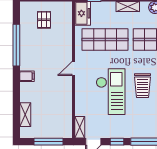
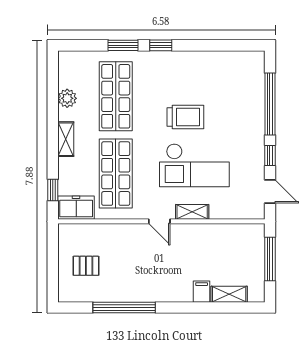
filing cabinet: (27, 76) -> (202, 292), moved
checkout: (111, 92) -> (194, 165), turned 180
shelving: (80, 127) -> (192, 212), moved

